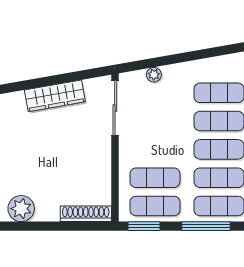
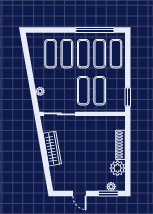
exercise mat: (155, 206) -> (83, 91), moved
shoe rack: (86, 214) -> (121, 145), moved
window: (206, 226) -> (128, 61), removed

